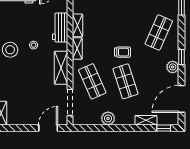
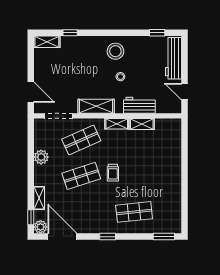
shop shelf: (159, 33) -> (134, 212), turned -30
plant: (173, 67) -> (40, 227), moved

